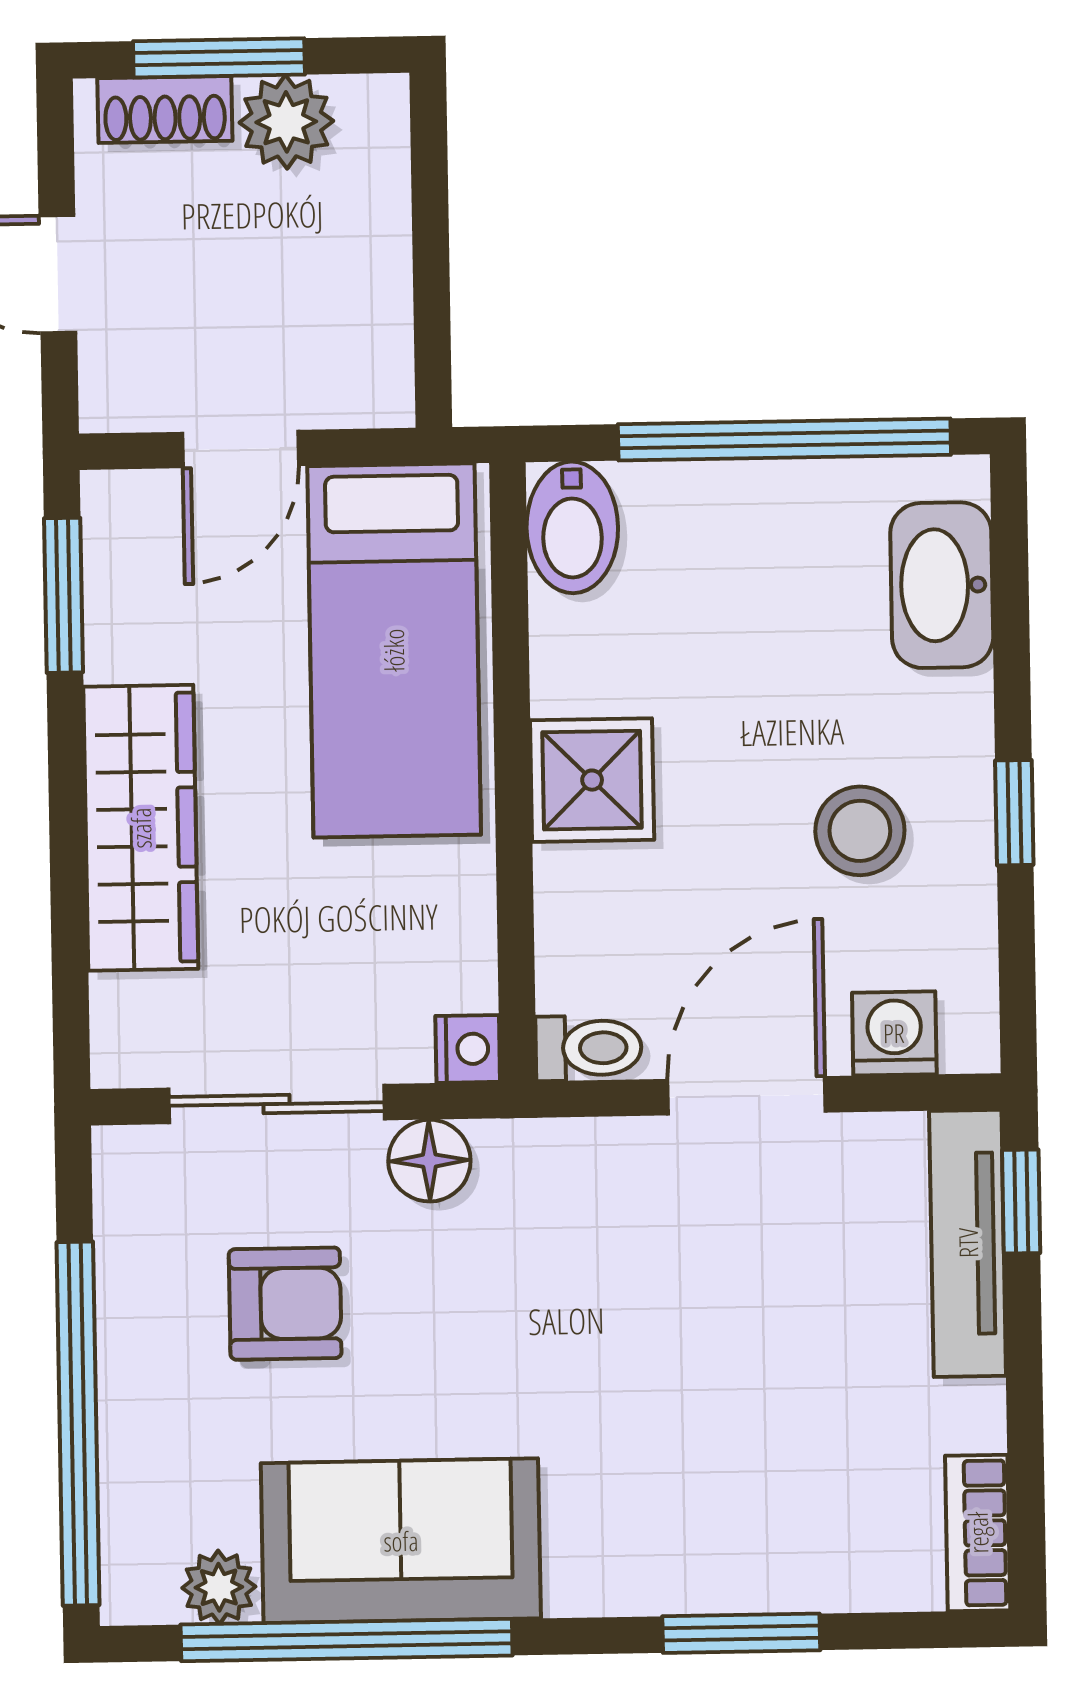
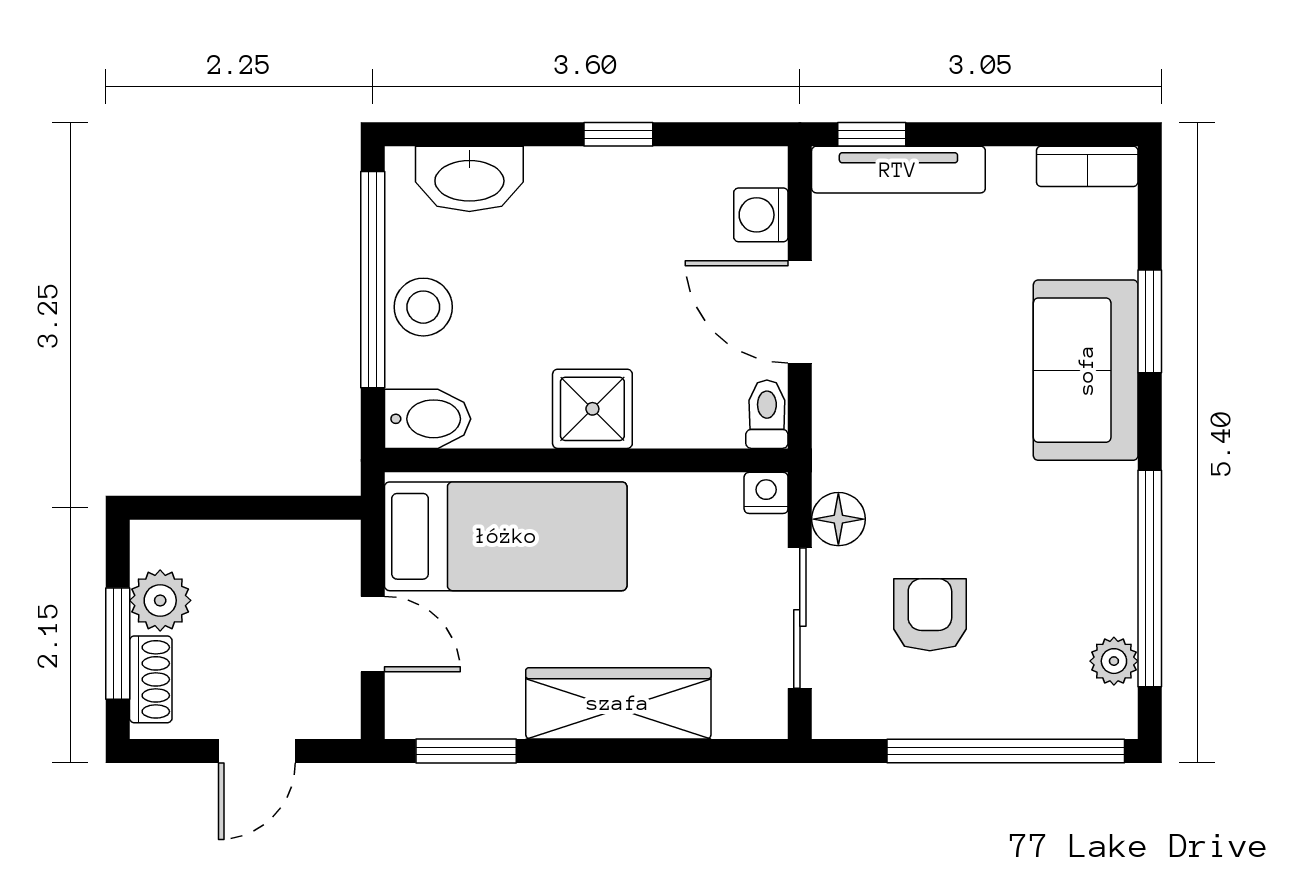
stool: (860, 831) -> (423, 307), moved
sofa: (401, 1541) -> (1086, 370), moved

